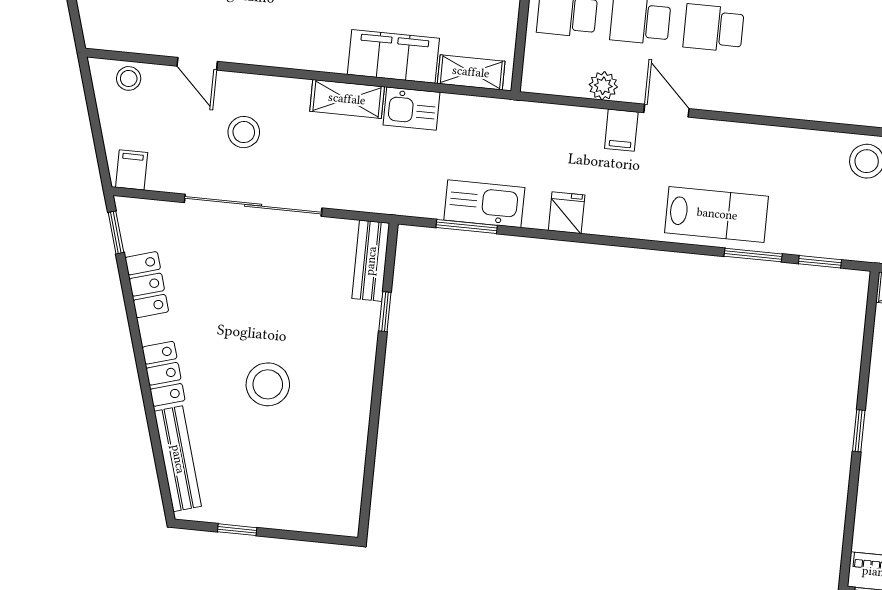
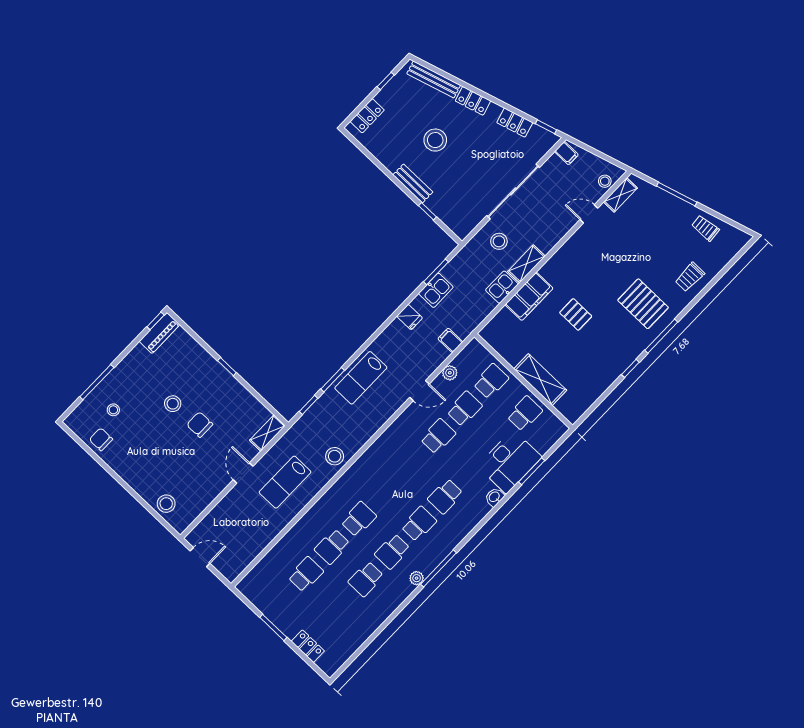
shelving: (471, 72) -> (620, 195), moved
filing cabinet: (621, 130) -> (450, 340), moved
stool: (244, 132) -> (499, 241), moved
kitchen sink: (484, 204) -> (436, 290), width x0.73
bench: (371, 261) -> (413, 183), moved
locker: (312, 516) -> (367, 116), added

